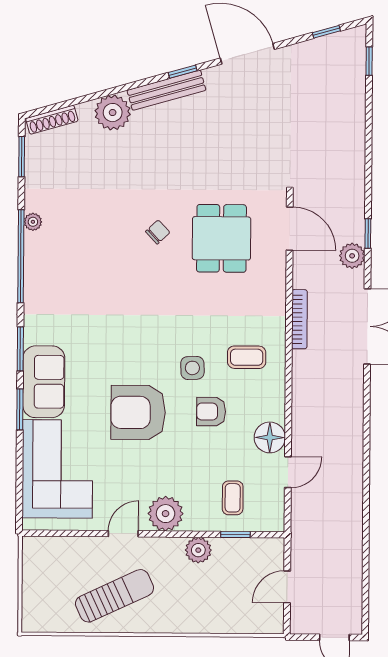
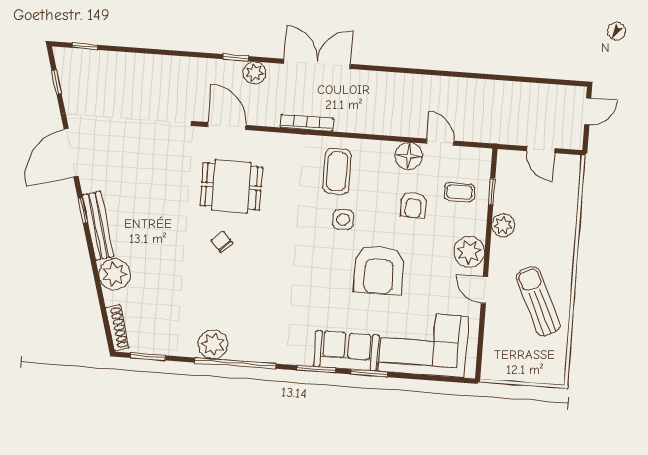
plant: (33, 222) -> (213, 344), width x1.87, depth x1.87
door: (290, 229) -> (227, 126), hinge flipped
coffee table: (247, 357) -> (337, 171), width x1.36, depth x1.30
armchair: (211, 412) -> (414, 205), moved

